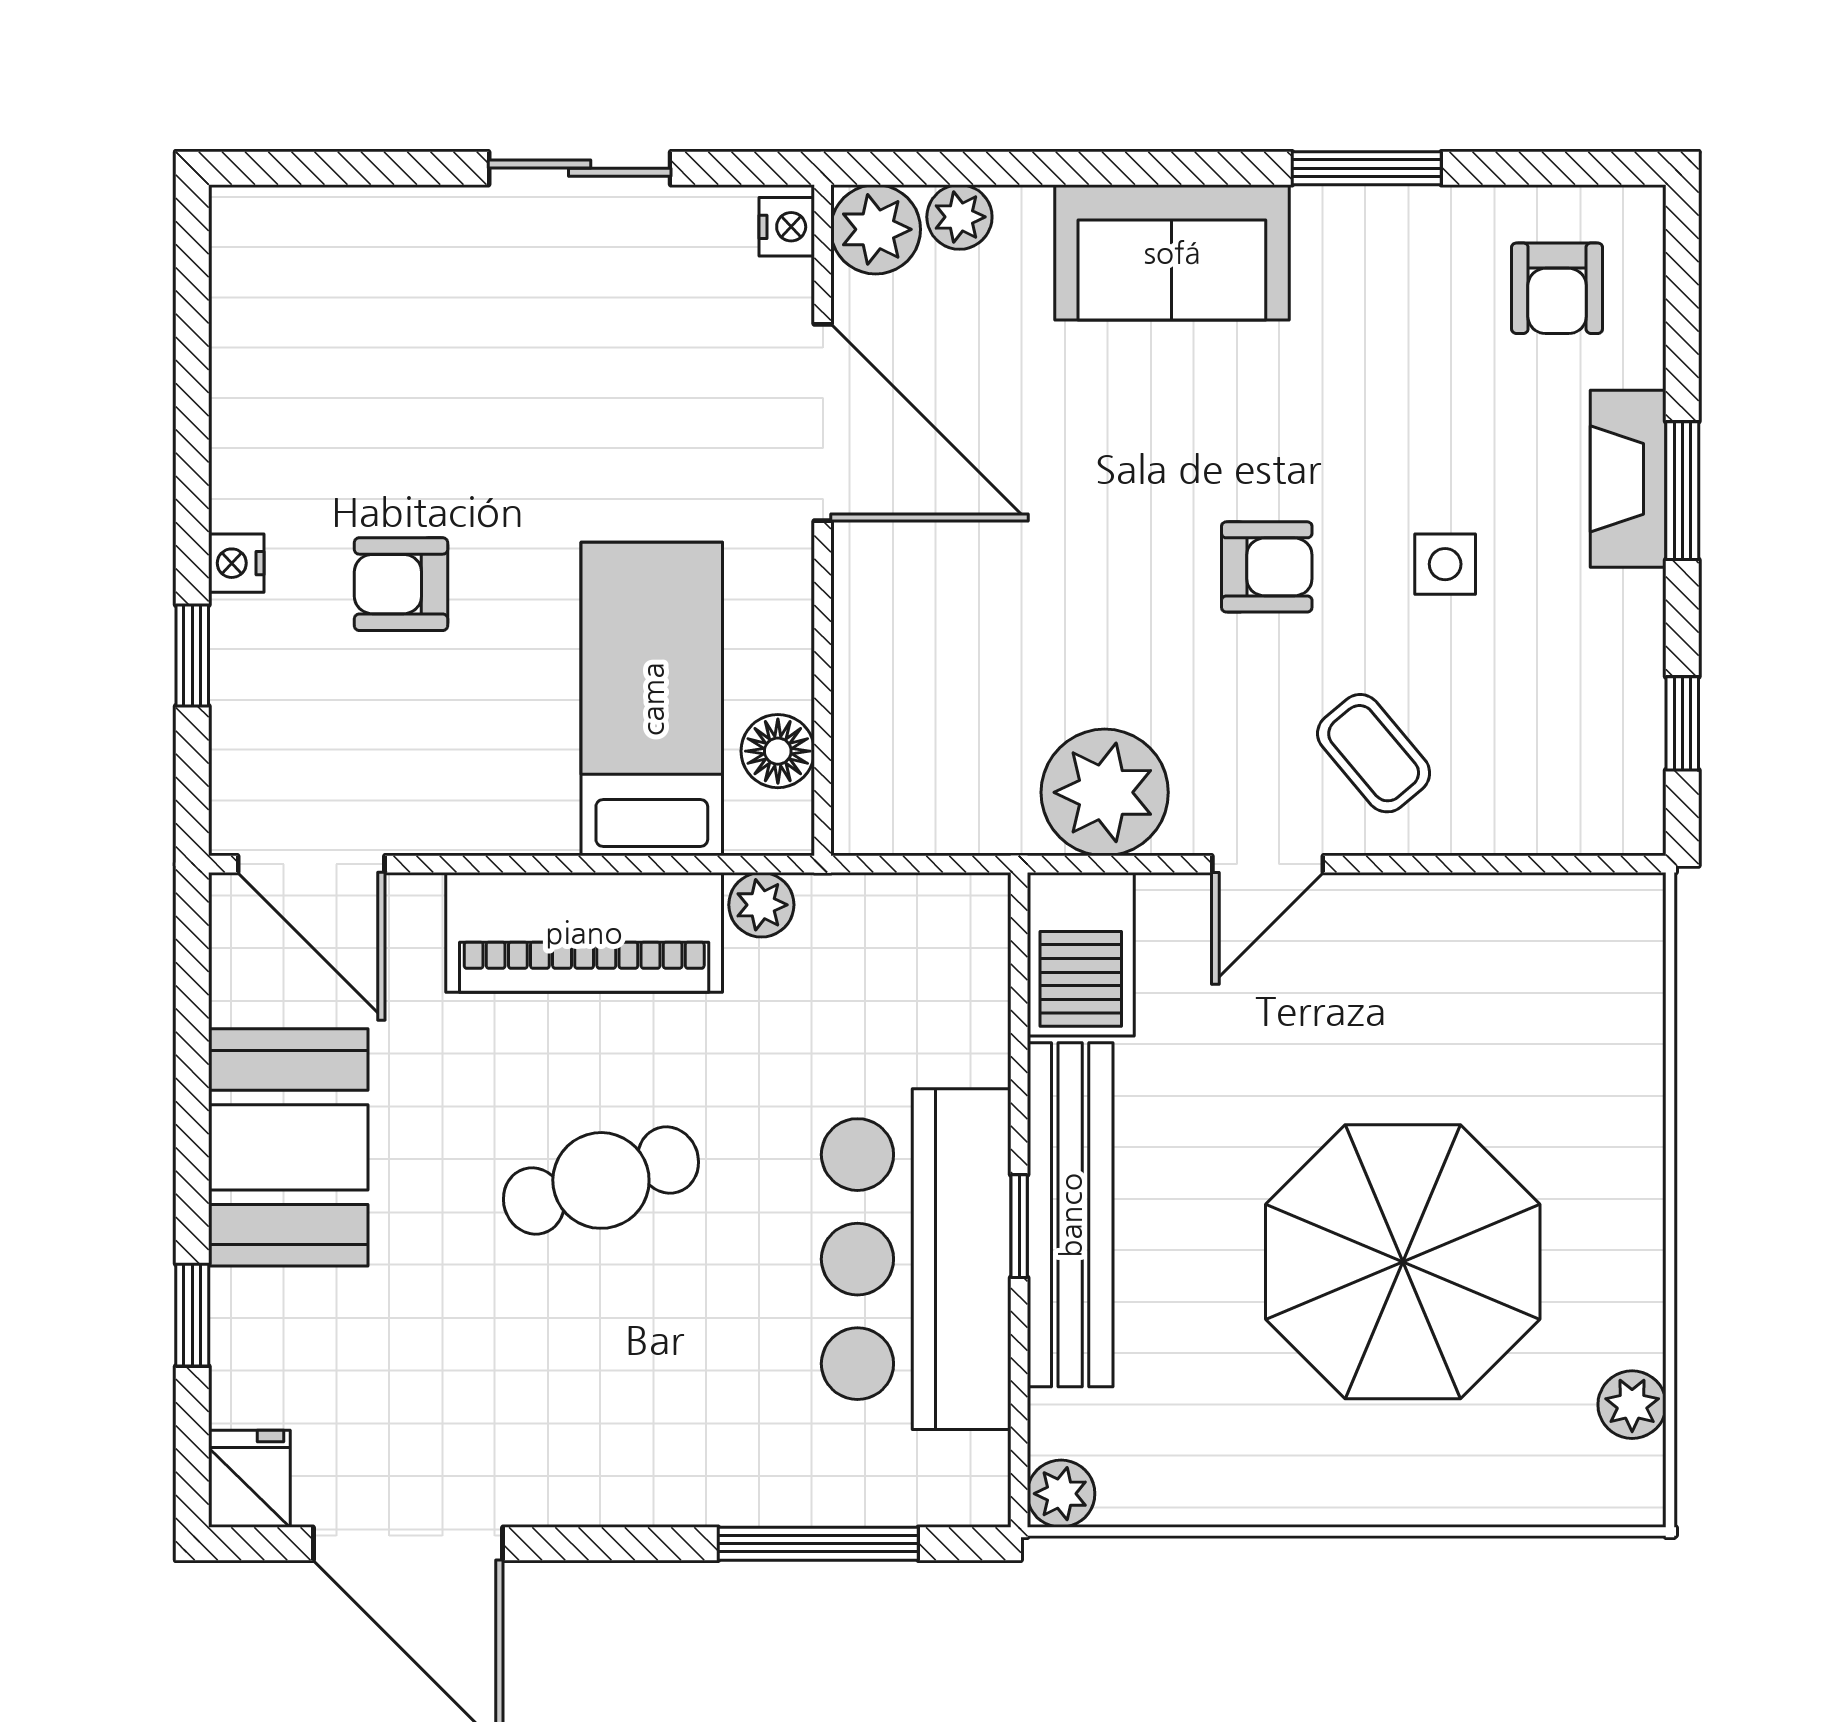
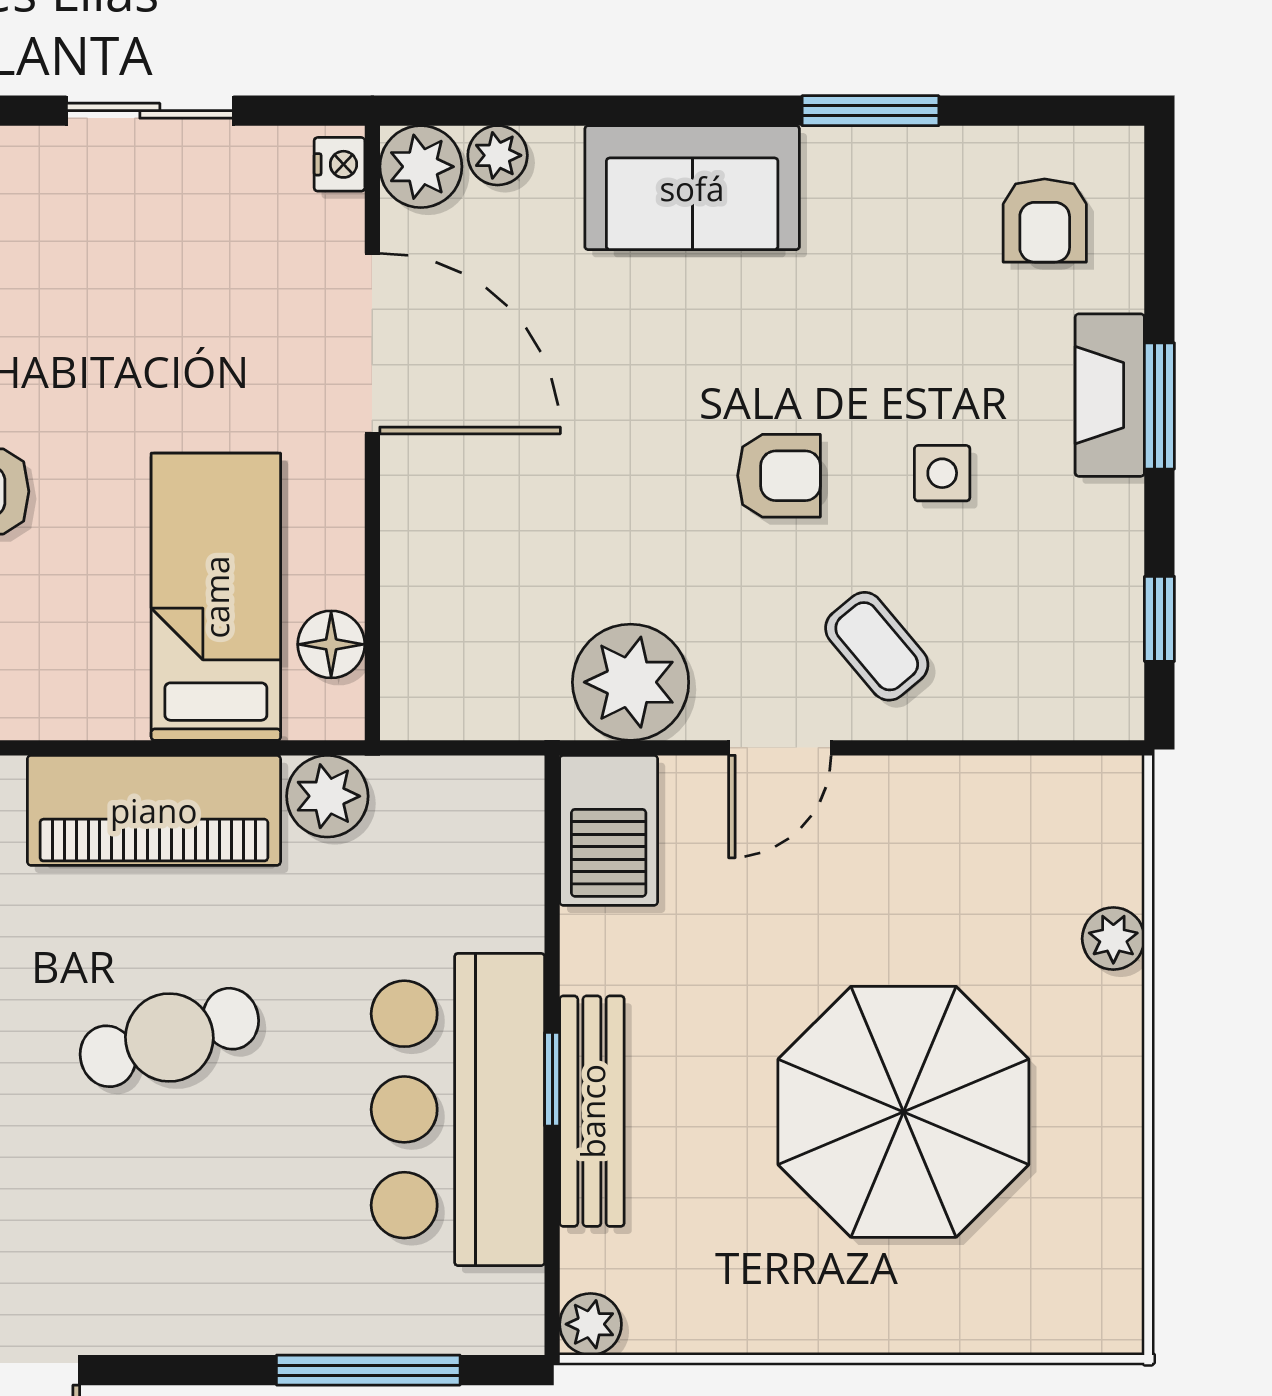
plant: (761, 905) -> (327, 796), width x1.38, depth x1.38
bench: (1070, 1215) -> (592, 1111), width x0.73, depth x0.82
plant: (1632, 1405) -> (1113, 939), moved

